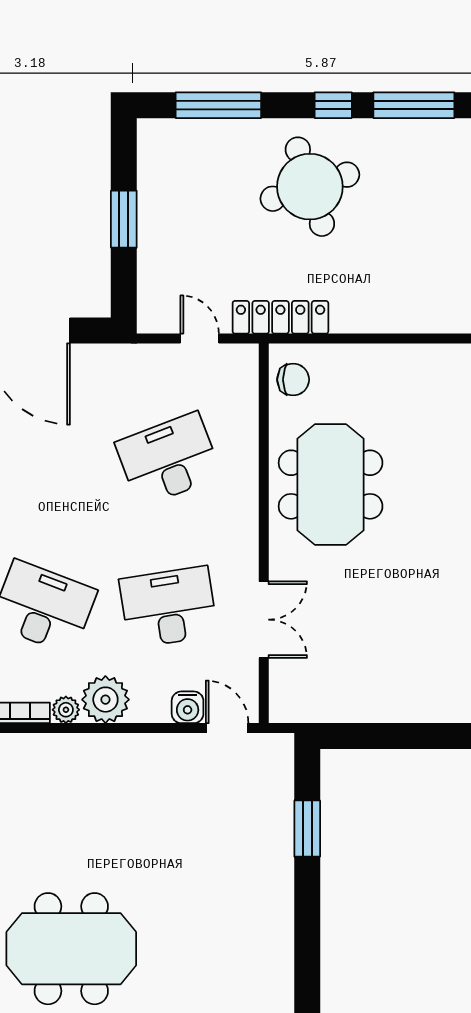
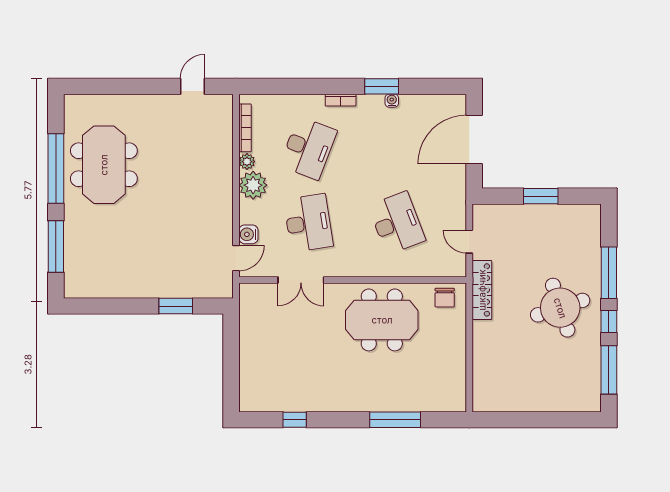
window: (218, 105) -> (609, 273), moved
door: (200, 339) -> (469, 242), swing flipped

